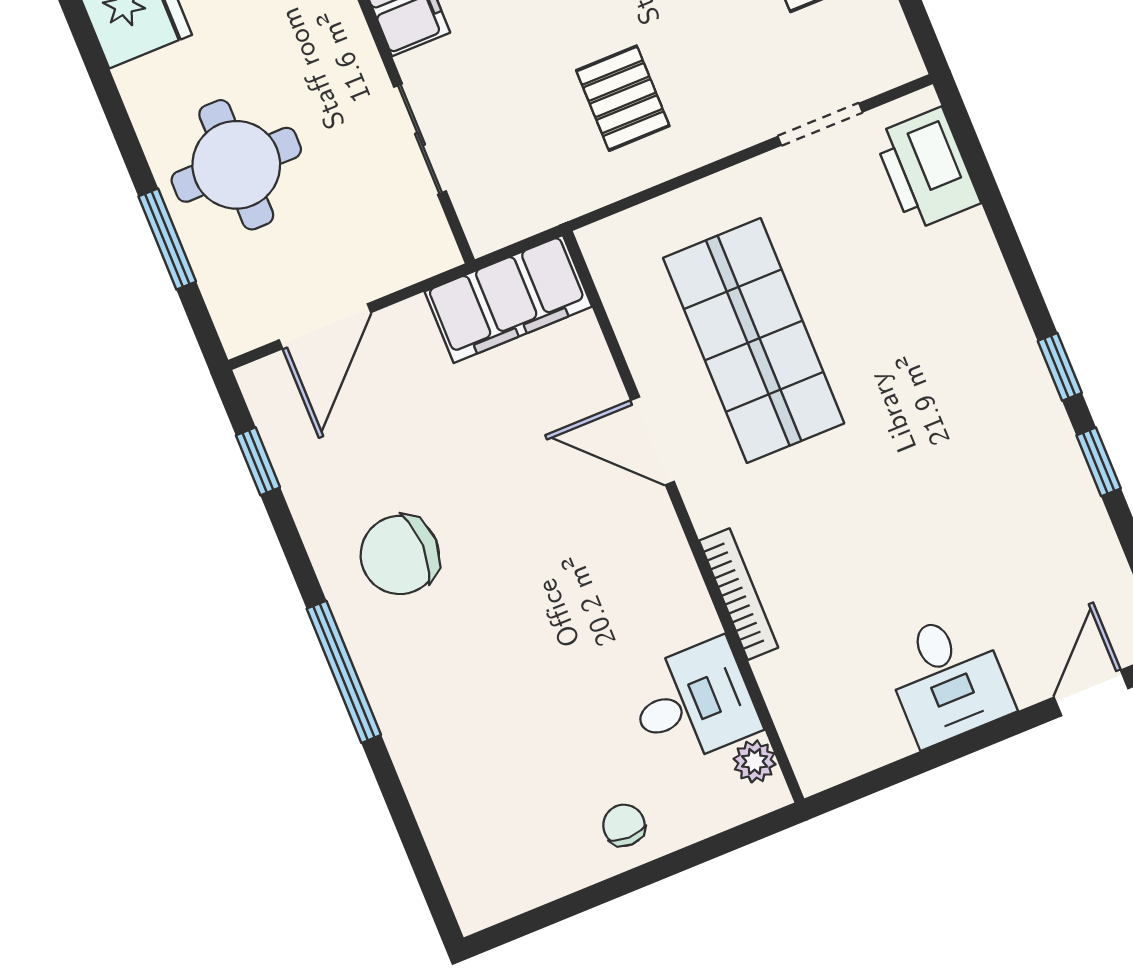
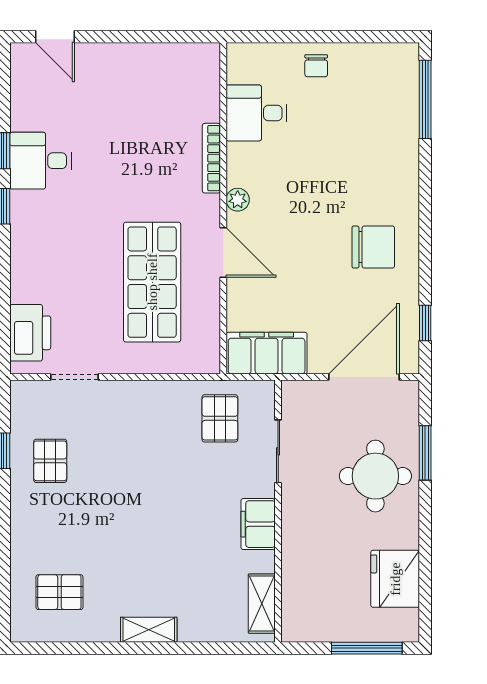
pallet: (623, 98) -> (220, 418), moved
door: (325, 326) -> (364, 377), width x1.36
window: (344, 672) -> (425, 99), moved
desk: (948, 678) -> (41, 161), moved, turned -90
door: (1091, 693) -> (55, 37), hinge flipped
plant: (755, 761) -> (238, 200), moved

